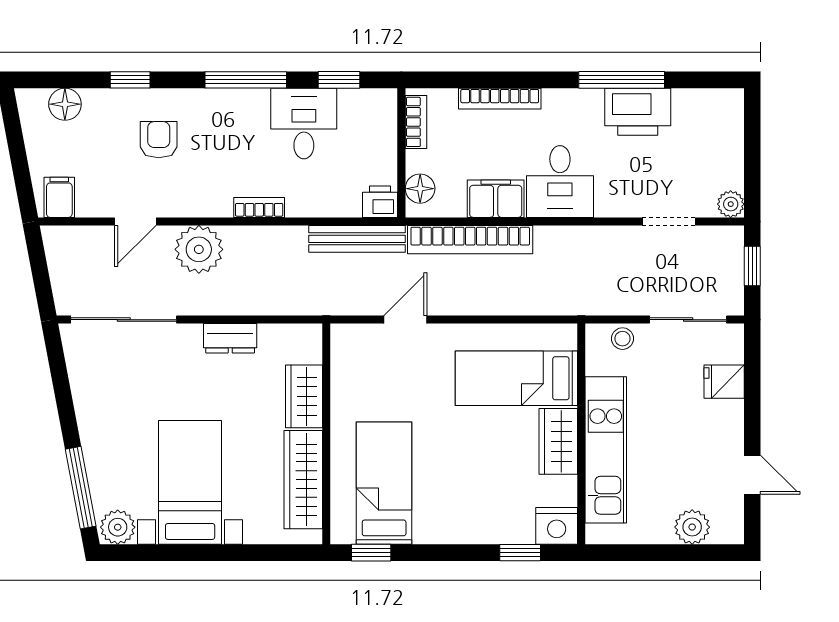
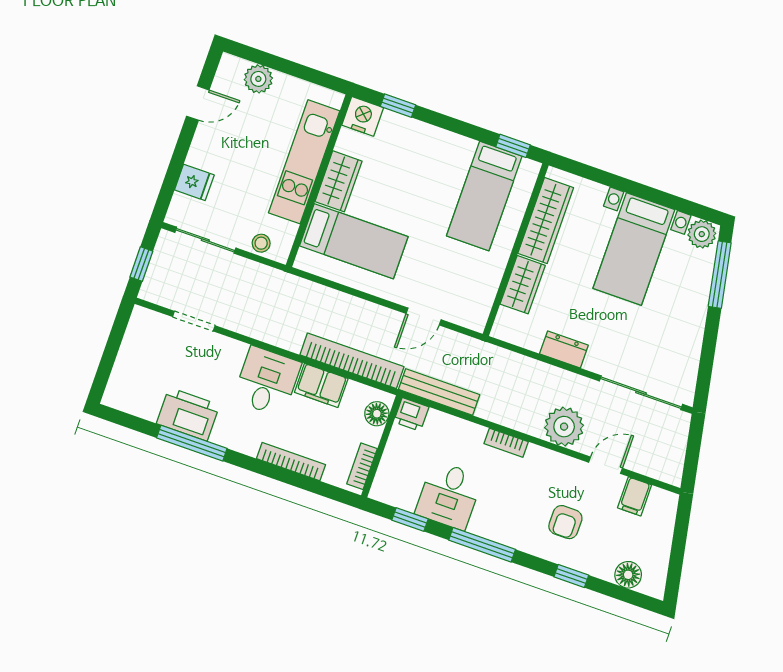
filing cabinet: (59, 197) -> (635, 496), moved
plant: (731, 204) -> (141, 318), removed
door: (752, 475) -> (198, 103), swing flipped

